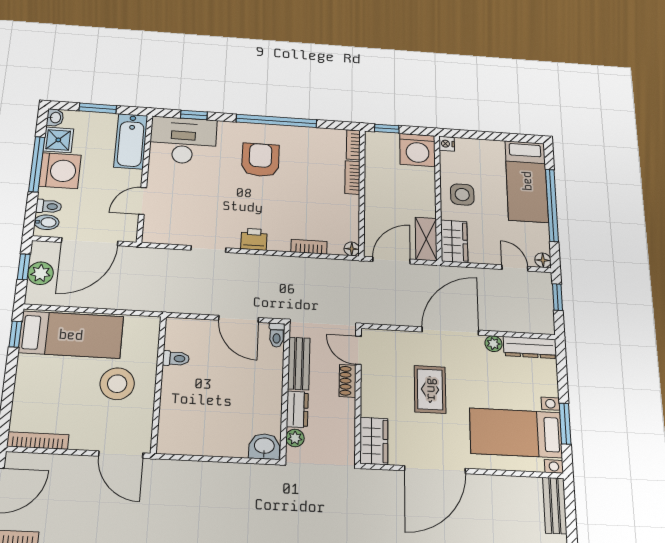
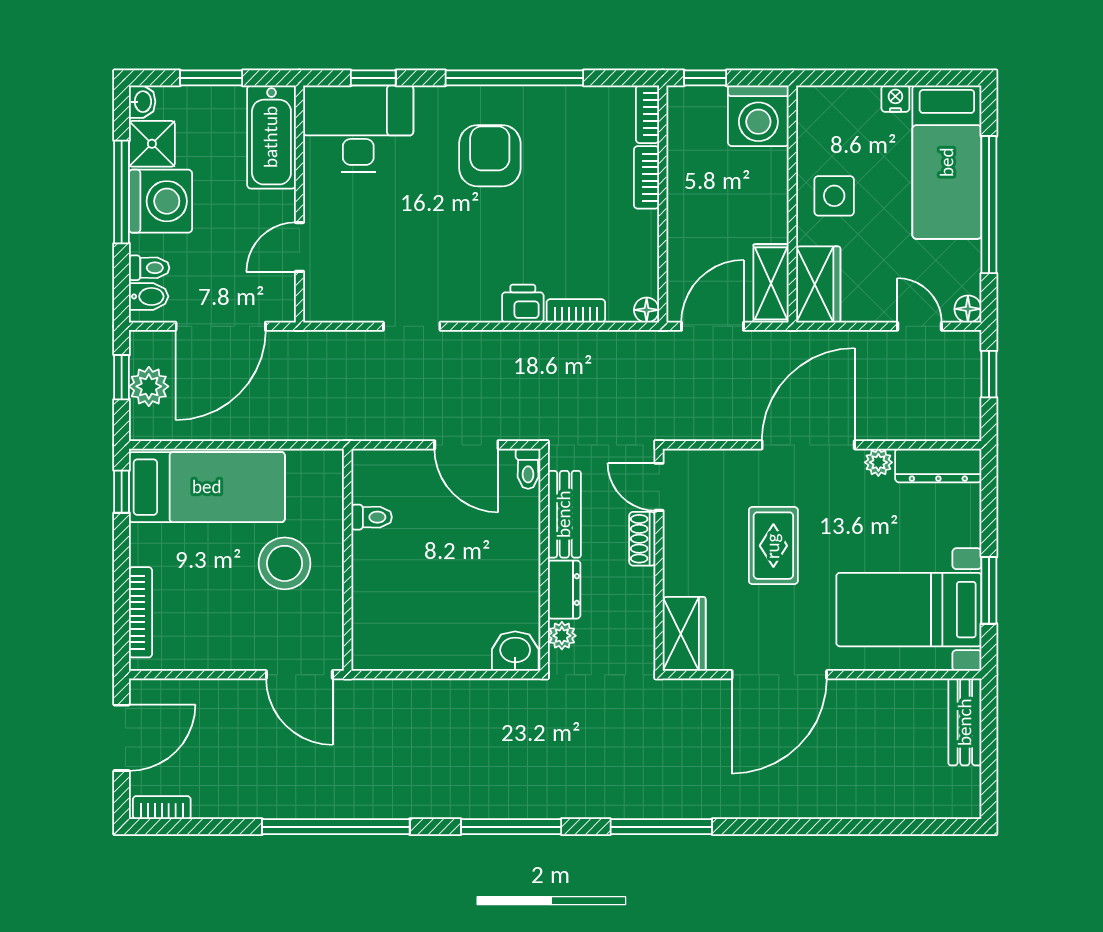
nightstand: (447, 144) -> (895, 99), moved, turned 90
printer: (254, 239) -> (523, 304), moved
bookcase: (38, 441) -> (141, 612), moved, turned 90

